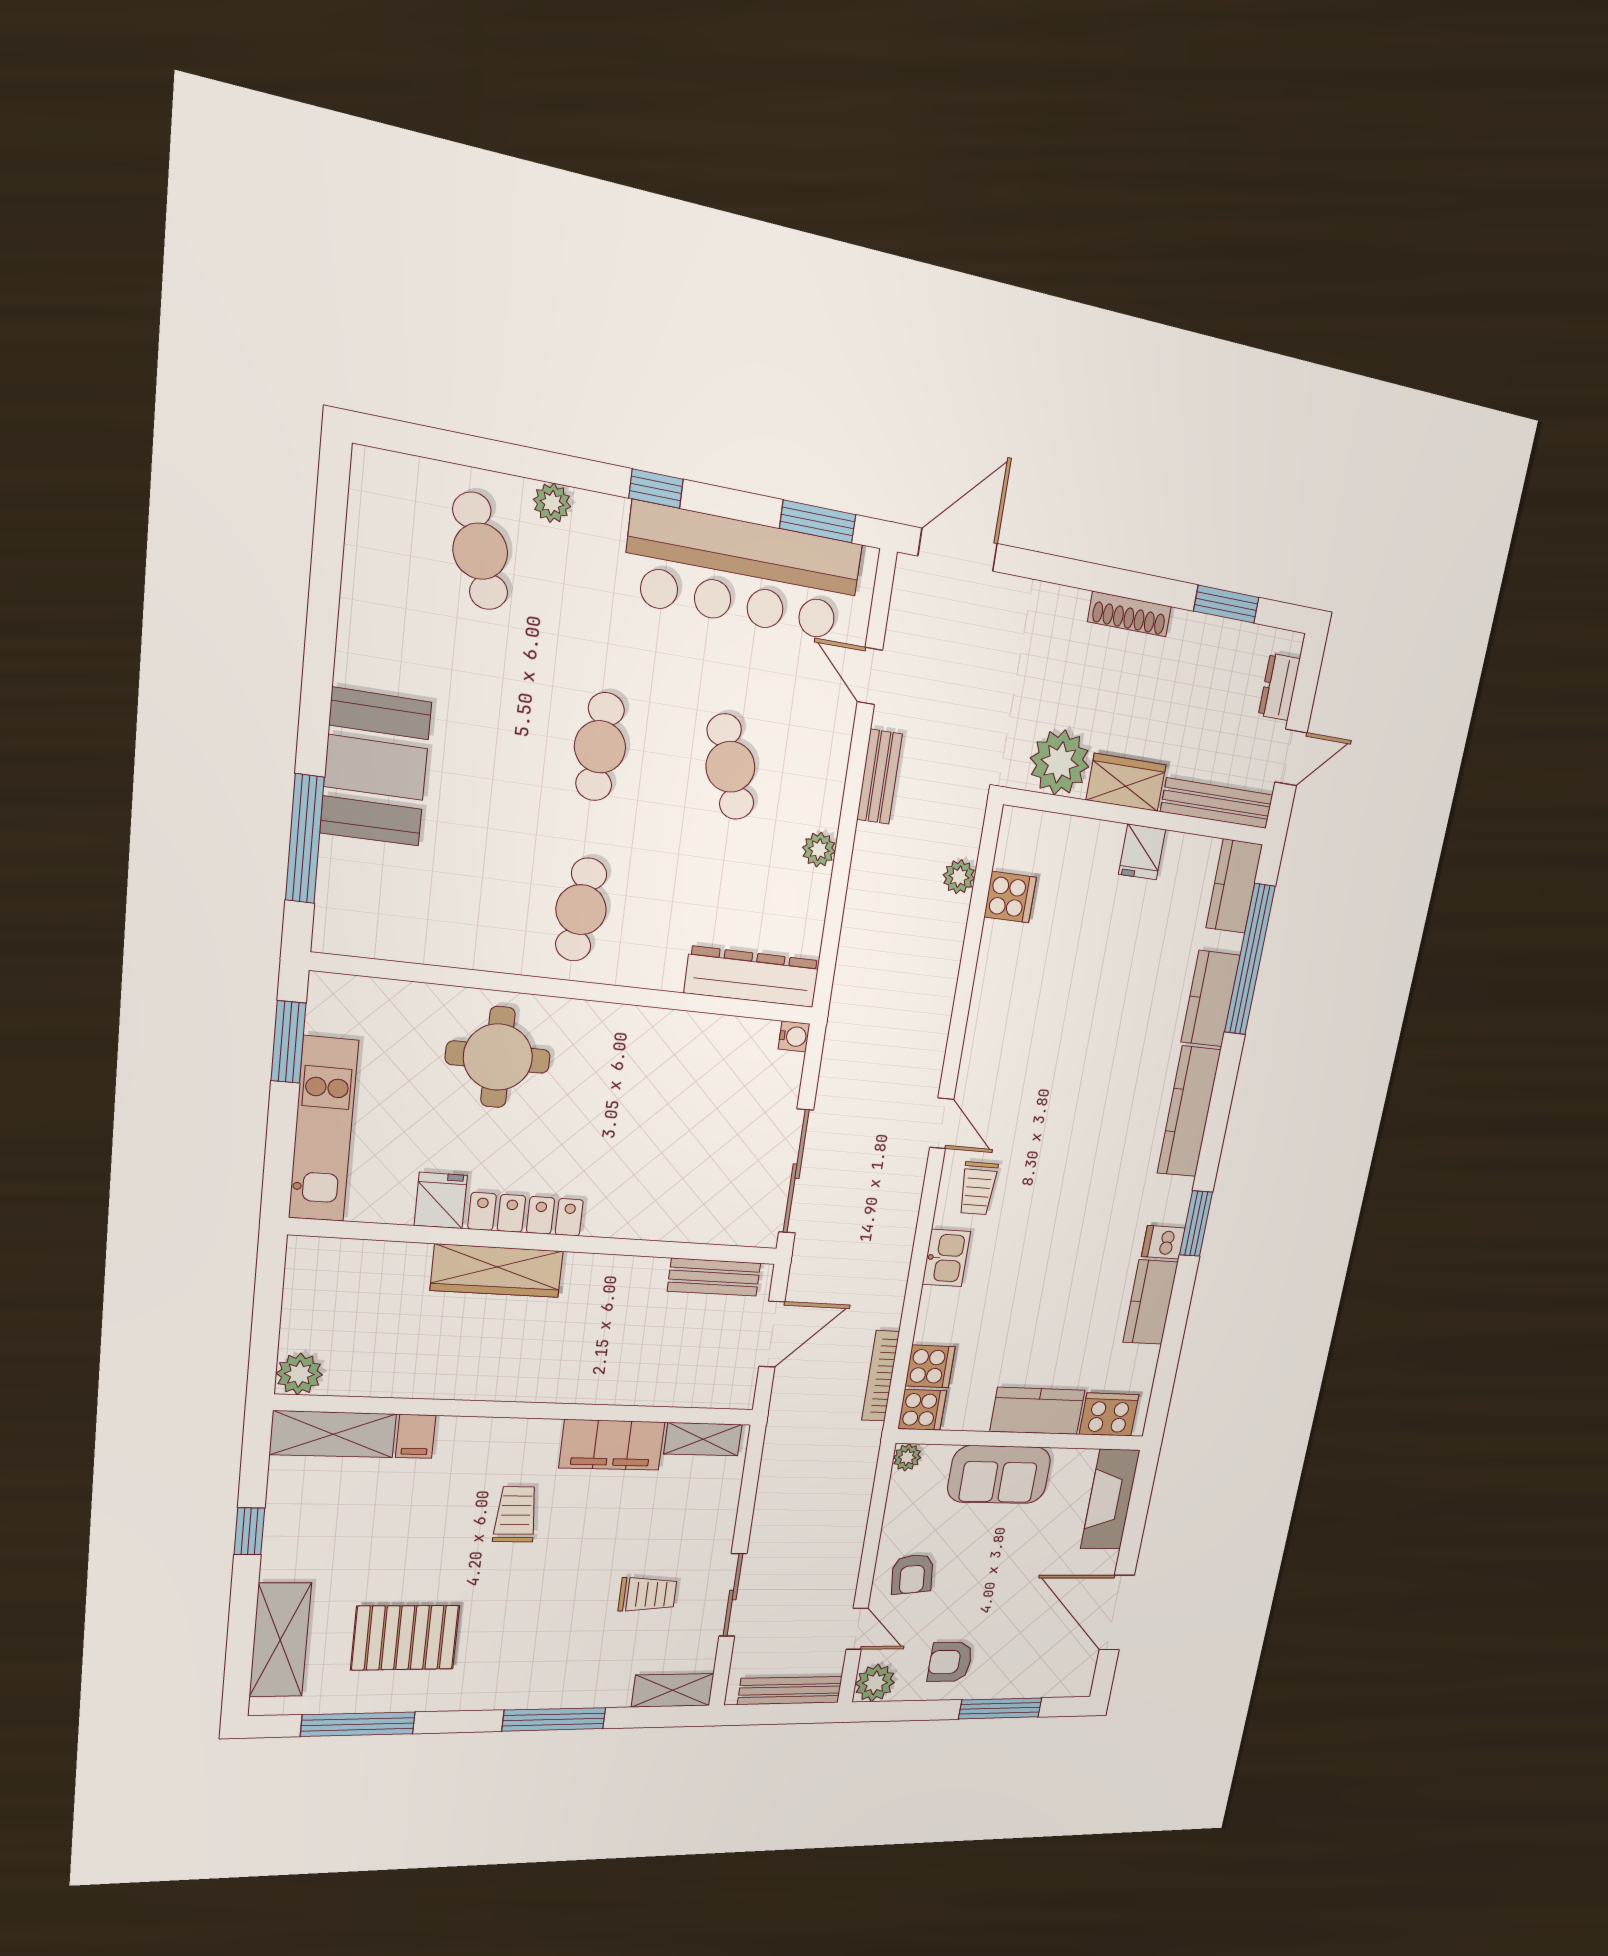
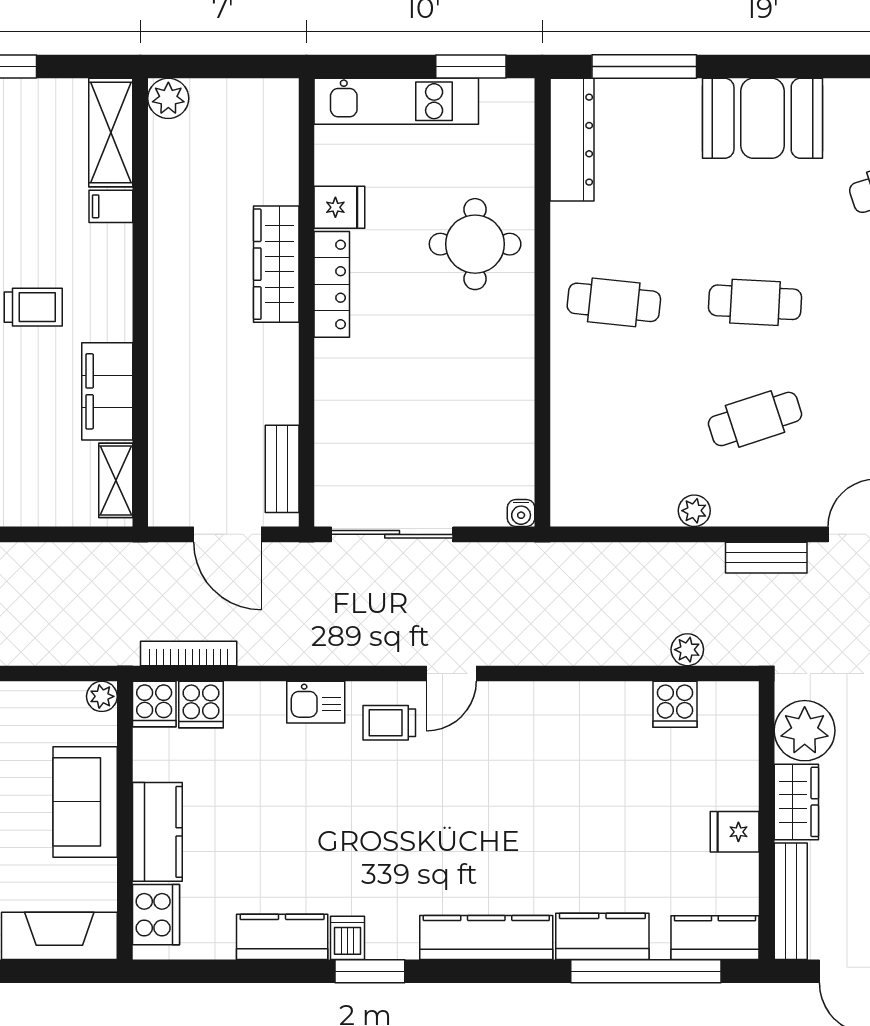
booth: (376, 768) -> (763, 118), moved
dresser: (752, 977) -> (572, 140), moved

